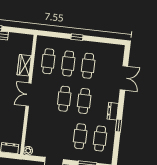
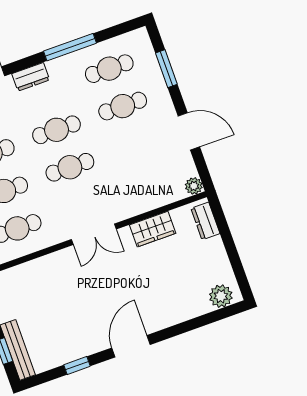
wardrobe: (24, 65) -> (153, 229), moved
dresser: (113, 111) -> (31, 77), moved
window: (119, 126) -> (70, 47), width x2.17

